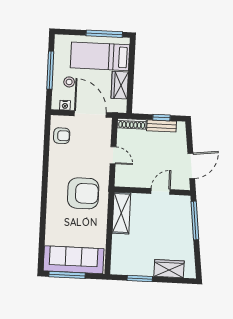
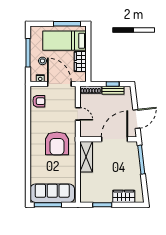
door: (160, 191) -> (115, 139), width x1.88
armchair: (83, 193) -> (57, 143), turned 90

